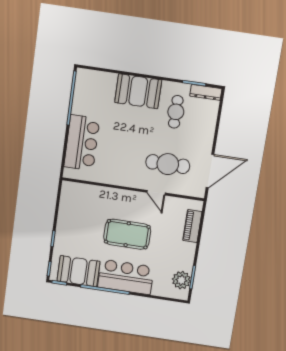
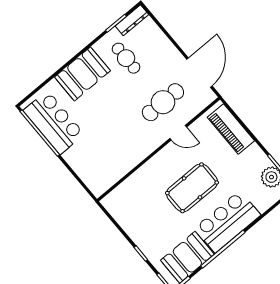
bar counter: (82, 143) -> (54, 122), moved
piano: (192, 226) -> (231, 129), width x1.37, depth x1.33

